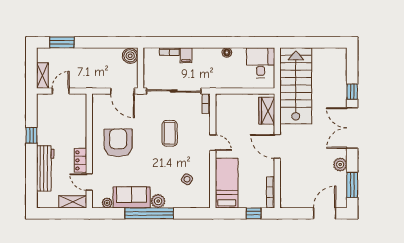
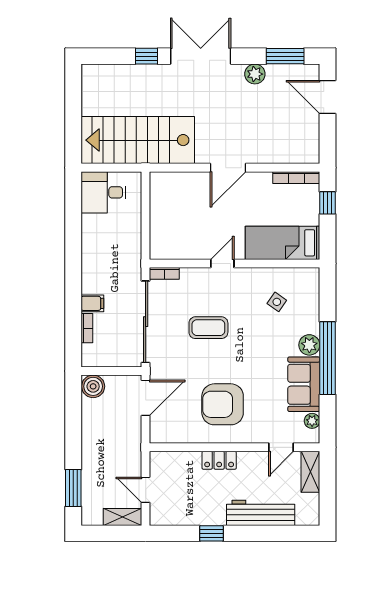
floor lamp: (227, 52) -> (88, 243), removed
wardrobe: (267, 111) -> (175, 183), removed
double door: (352, 128) -> (201, 56), swing flipped
locker: (81, 160) -> (219, 460), moved

